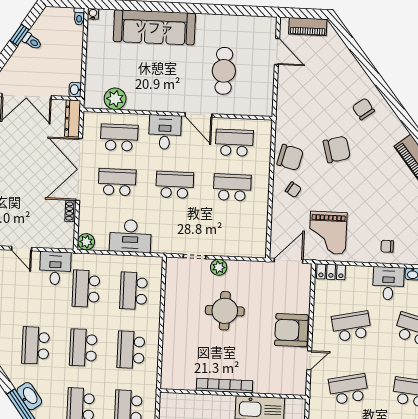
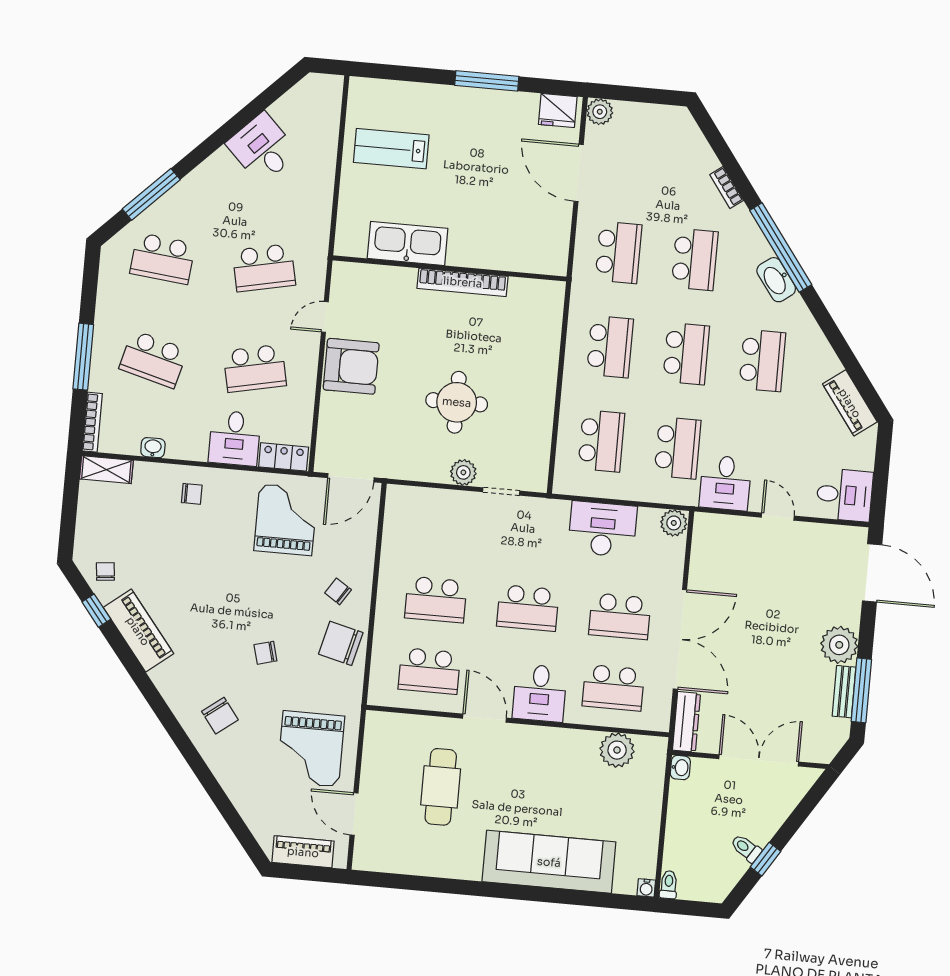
grand piano: (306, 91) -> (311, 749), added
chair: (337, 149) -> (265, 653), width x0.54, depth x0.54
shoe rack: (71, 211) -> (697, 573), removed
desk: (388, 283) -> (235, 438), moved

